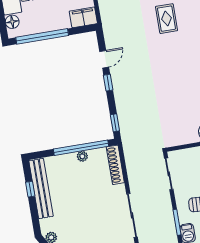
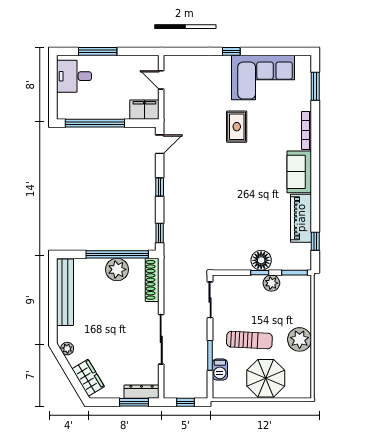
floor lamp: (12, 22) -> (64, 101), removed
door: (104, 59) -> (160, 144), moved
plant: (82, 156) -> (117, 269), width x1.87, depth x1.87
window: (30, 189) -> (53, 291), removed

